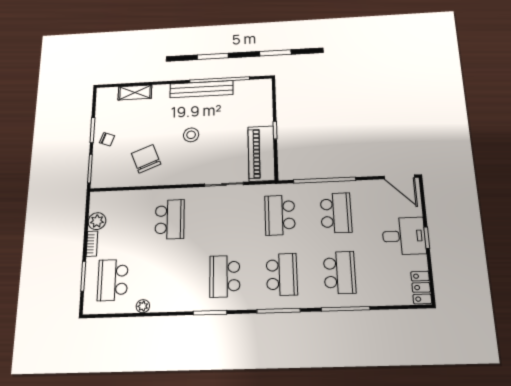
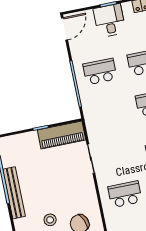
stool: (191, 135) -> (50, 220), moved
school desk: (280, 215) -> (108, 112), removed

